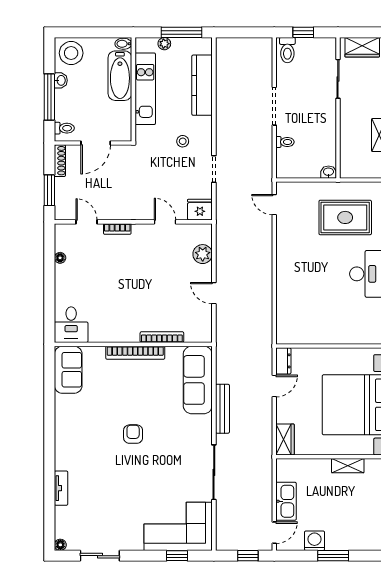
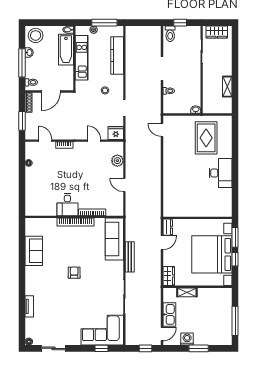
rug: (345, 217) -> (206, 138), turned 90
desk: (71, 325) -> (67, 205), moved
sofa: (68, 370) -> (34, 251), moved
shelving: (348, 466) -> (187, 292), moved

